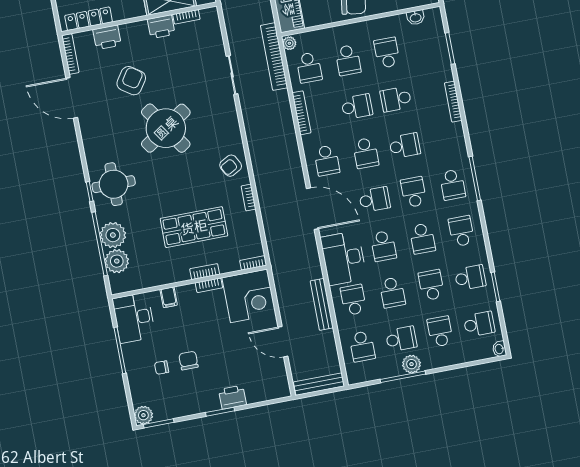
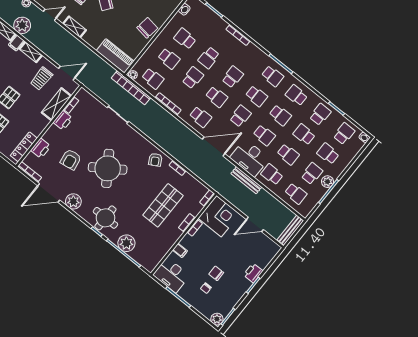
armchair: (131, 81) -> (71, 159), turned -133
school desk: (414, 192) -> (256, 96), turned 180
plant: (117, 261) -> (73, 201), moved
bench: (322, 304) -> (246, 180), moved

